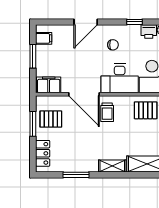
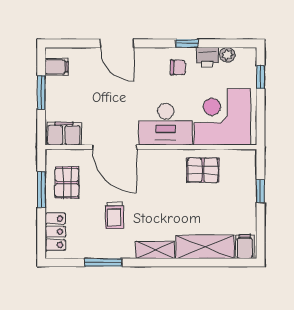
door: (86, 22) -> (117, 43), hinge flipped
chair: (113, 45) -> (178, 67), moved
trolley: (107, 112) -> (114, 215), moved
pallet: (51, 119) -> (67, 183), turned 90

